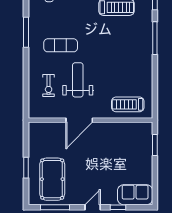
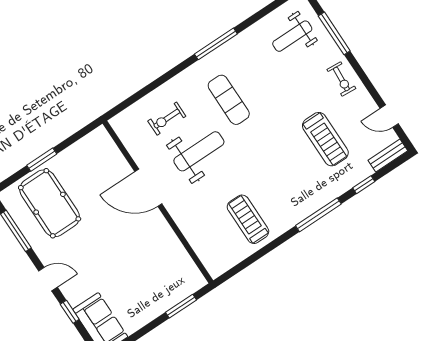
treadmill: (128, 104) -> (248, 219), moved
pool table: (52, 179) -> (50, 203), turned 90

